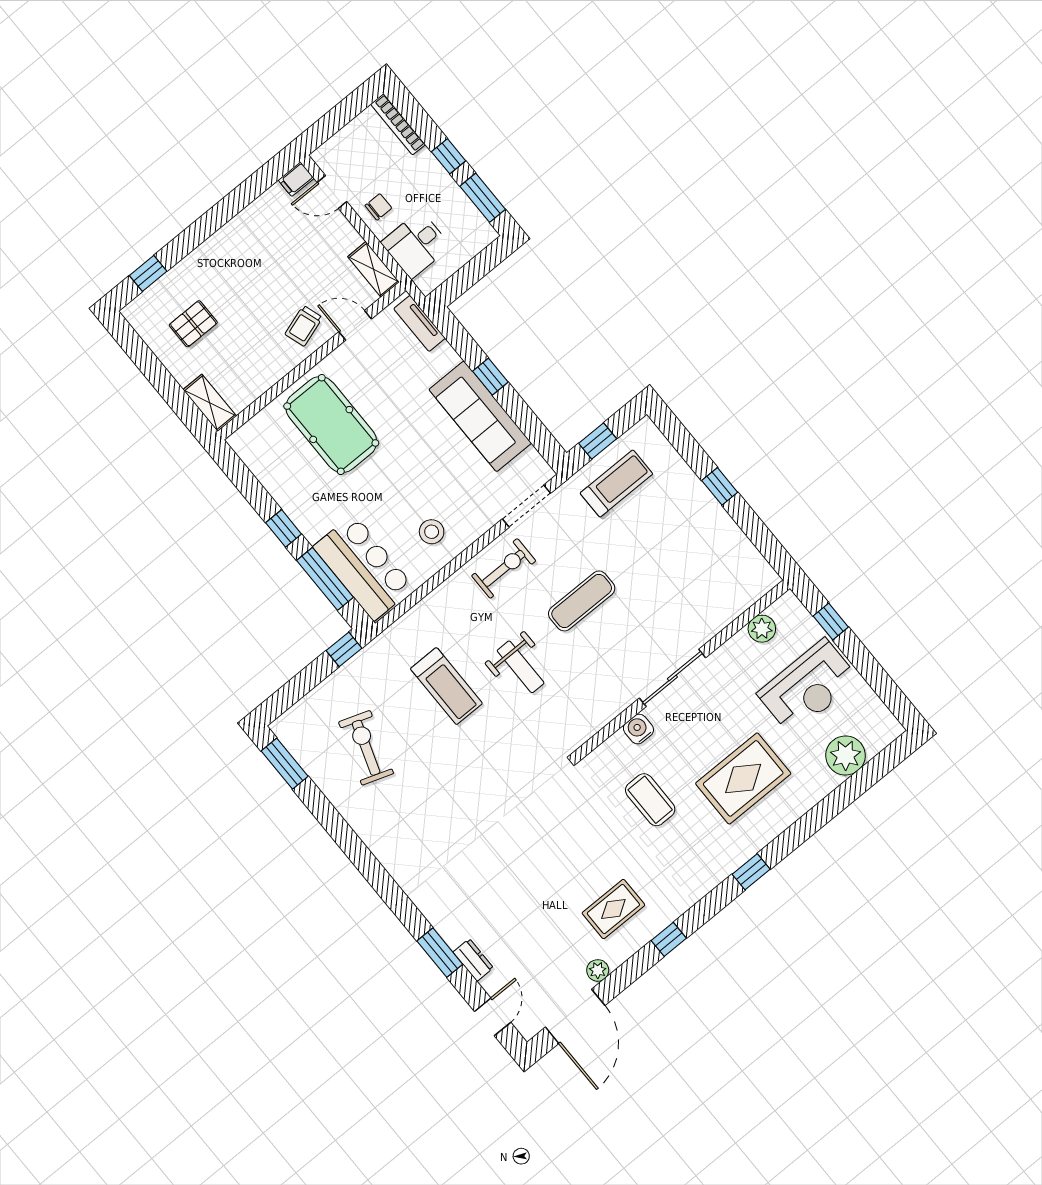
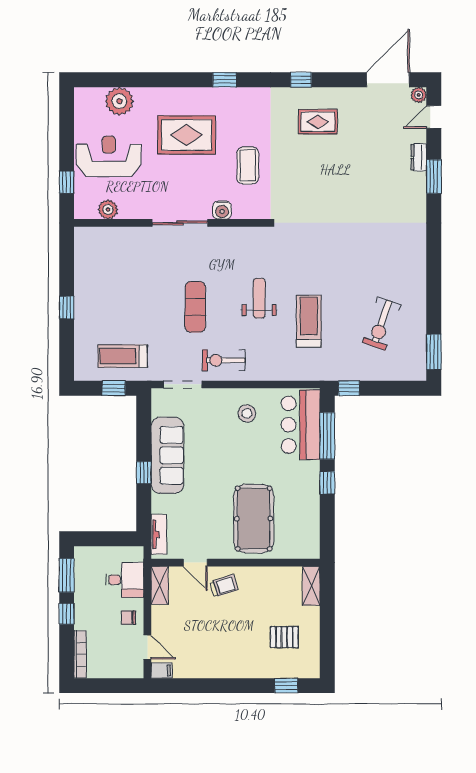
exercise mat: (582, 601) -> (195, 307), turned 90
plant: (598, 970) -> (419, 95), moved

